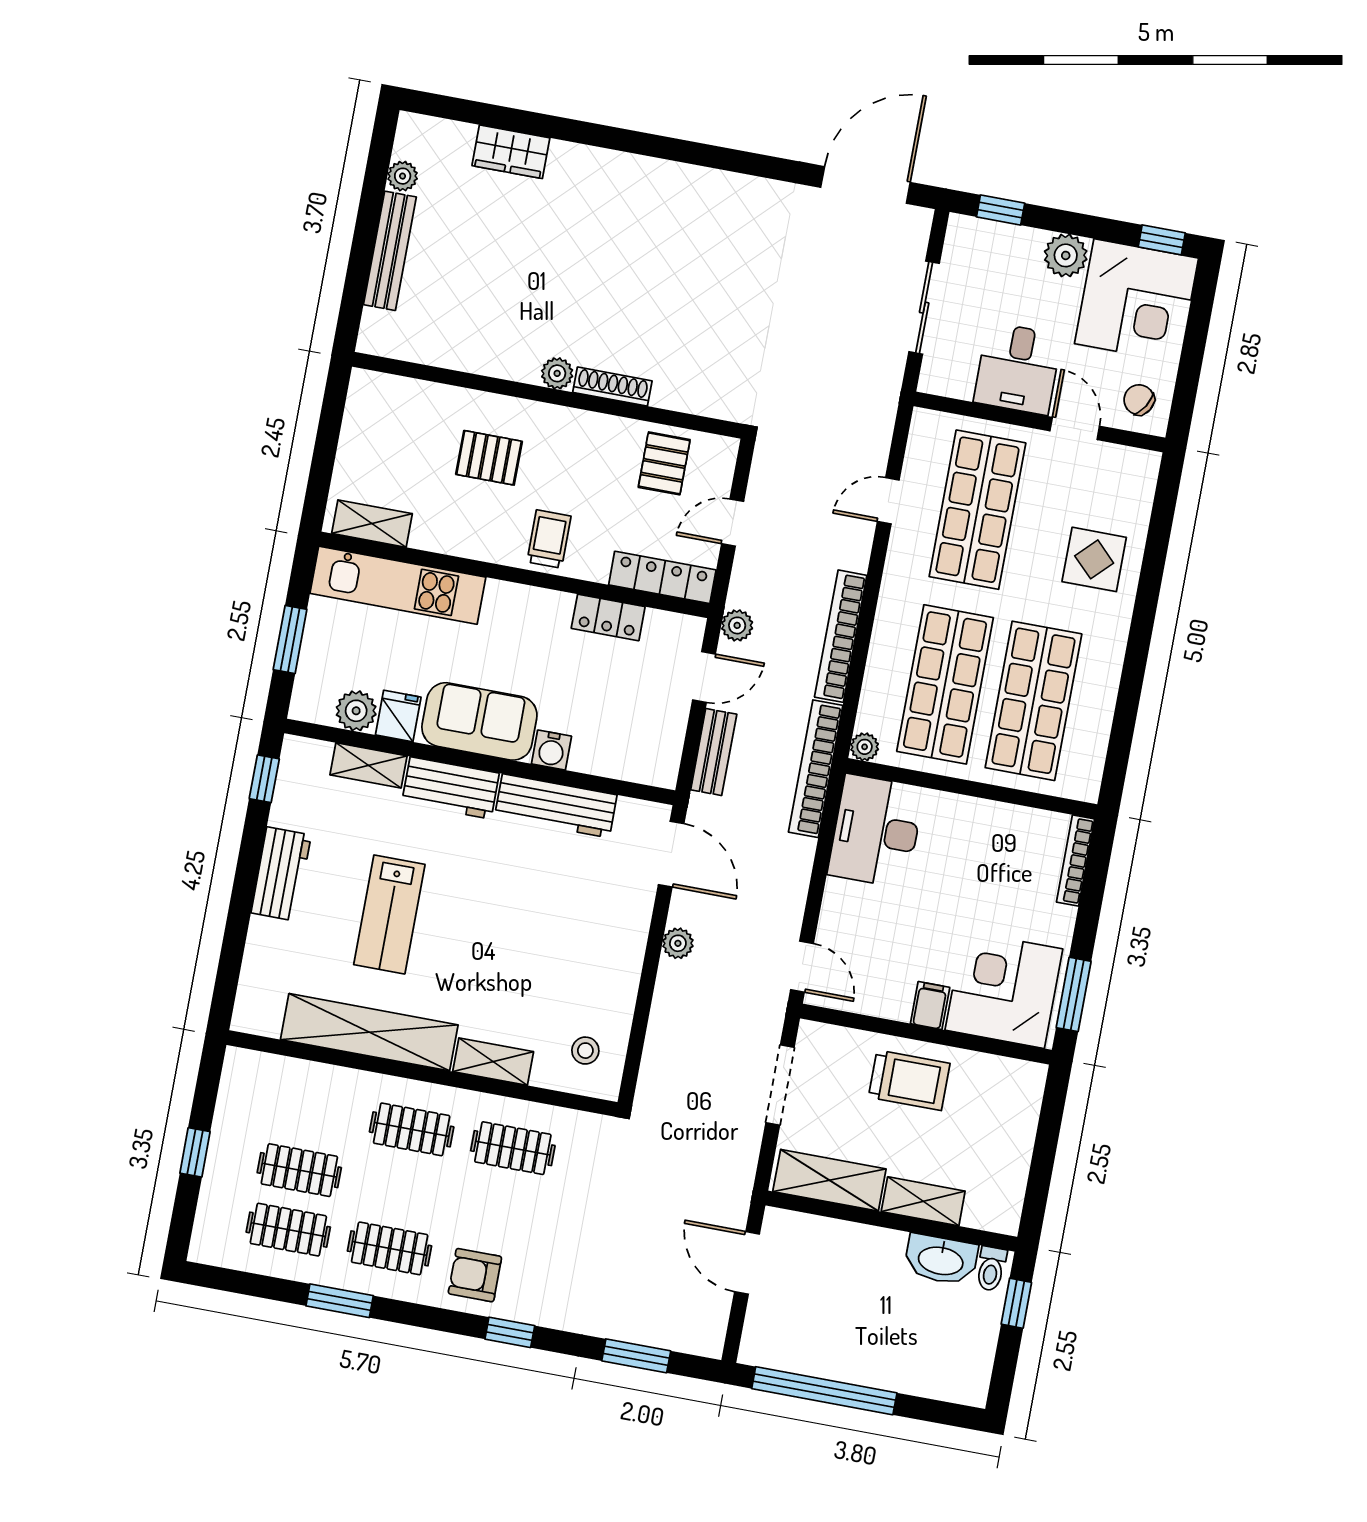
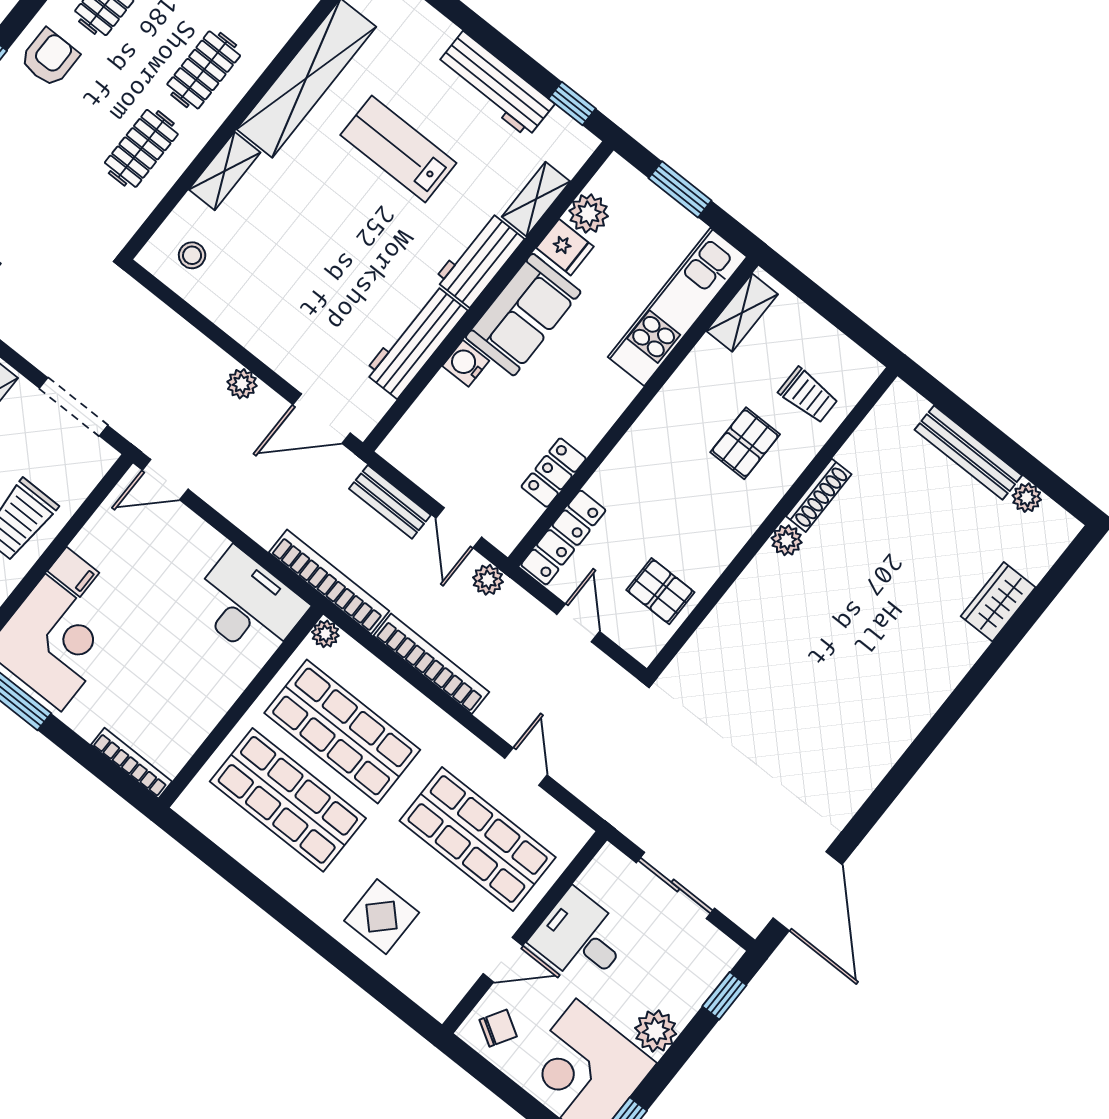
shoe rack: (612, 387) -> (819, 495), moved
trolley: (549, 539) -> (808, 395), moved
workbench: (281, 874) -> (495, 85), width x1.38

